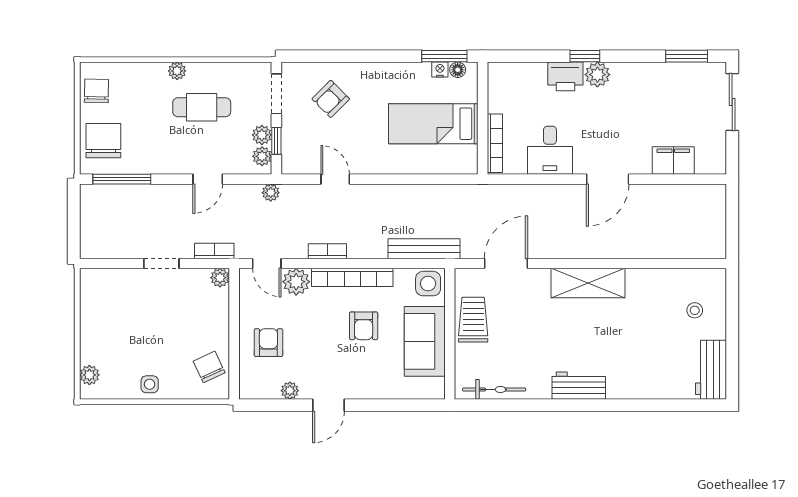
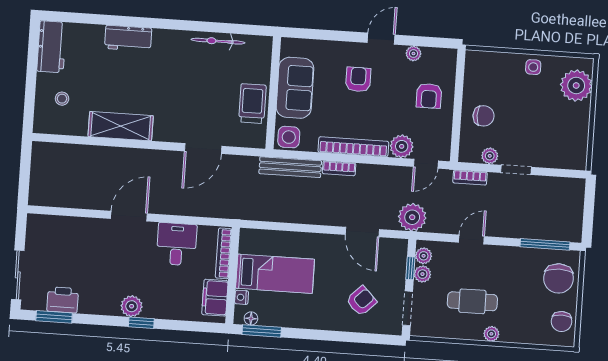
nightstand: (440, 70) -> (242, 297), moved, turned 90
printer: (565, 76) -> (63, 300), moved
filing cabinet: (673, 161) -> (215, 298), moved, turned 90
door: (335, 179) -> (362, 232), width x1.38
plant: (271, 193) -> (412, 217), width x1.88, depth x1.88
bookcase: (327, 251) -> (339, 168), moved
door: (267, 264) -> (426, 164), swing flipped
door: (506, 264) -> (203, 149), moved
plant: (220, 278) -> (490, 156), moved
shelving: (588, 283) -> (121, 126), moved
trolley: (473, 320) -> (252, 104), turned 180
armchair: (364, 326) -> (358, 79), moved
chair: (209, 367) -> (484, 116), moved, turned -65
plant: (89, 375) -> (576, 86), width x1.88, depth x1.88
workbench: (579, 386) -> (128, 38), moved
bicycle: (494, 389) -> (218, 41), moved

